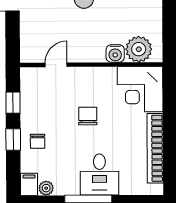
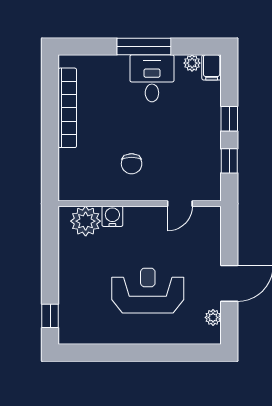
corner desk: (140, 89) -> (84, 175), removed
chair: (88, 116) -> (132, 164), moved
chair: (38, 141) -> (202, 117), removed
desk: (99, 174) -> (152, 78), moved

